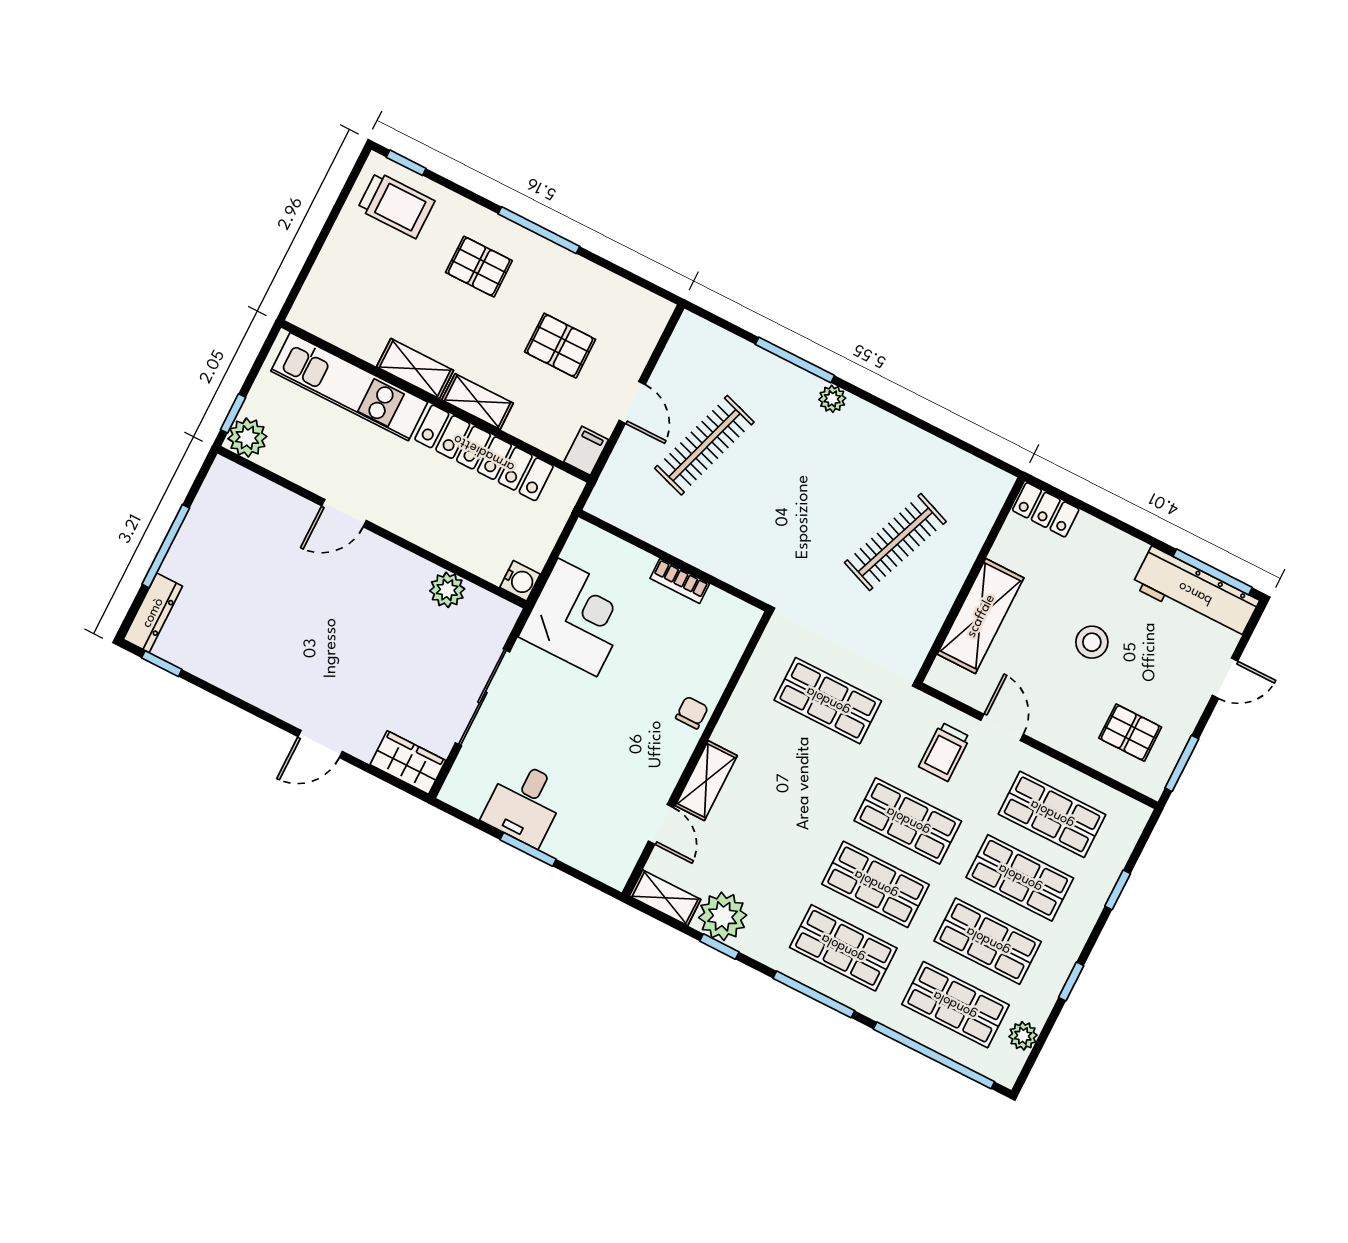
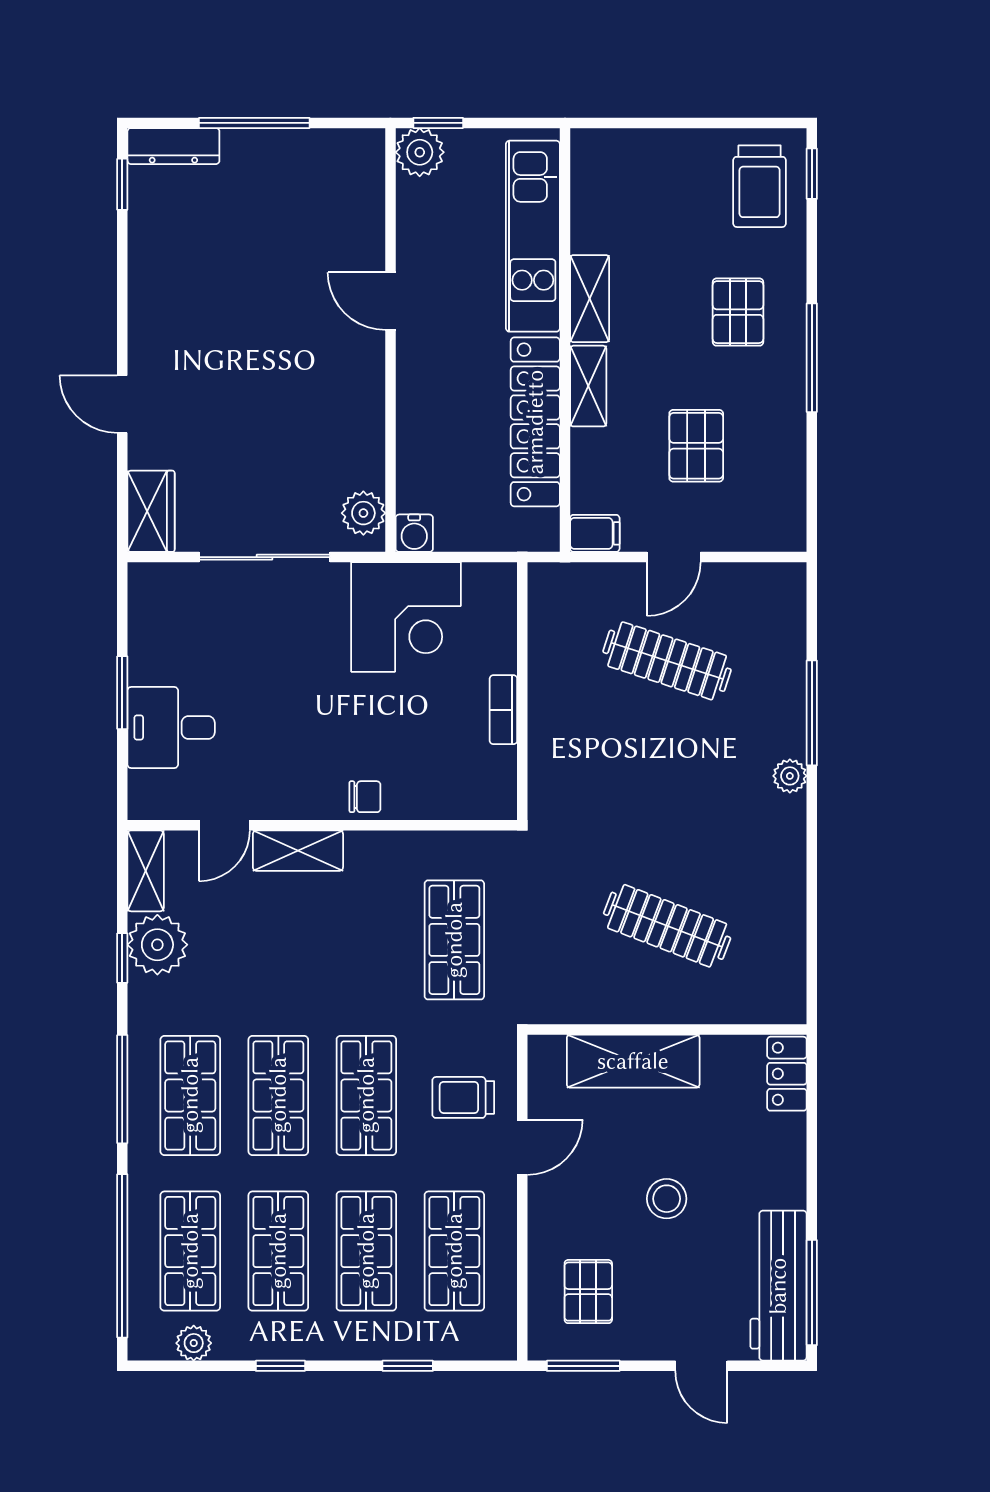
plant: (447, 590) -> (363, 513), moved
desk: (525, 803) -> (171, 727), moved

